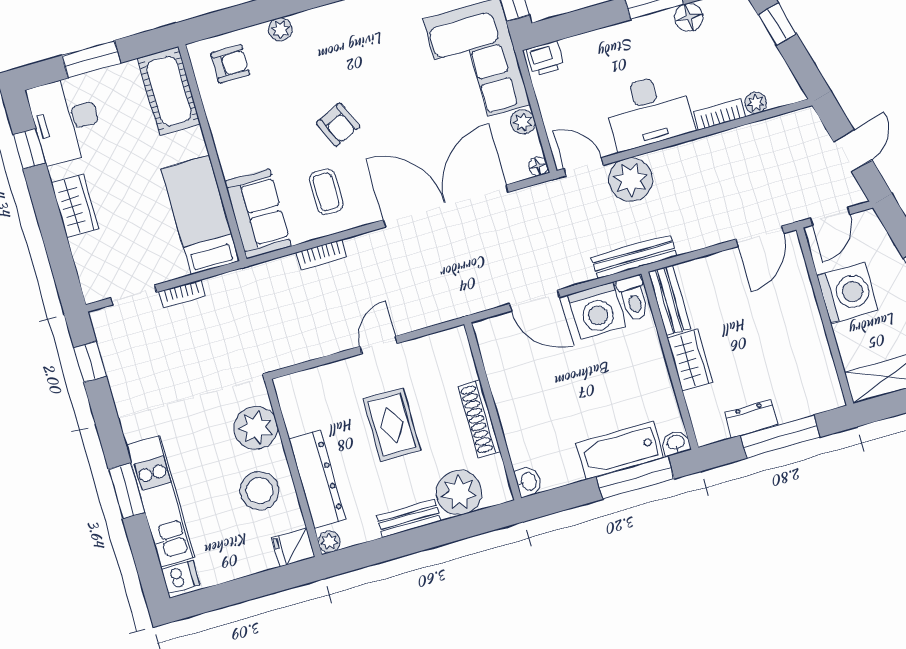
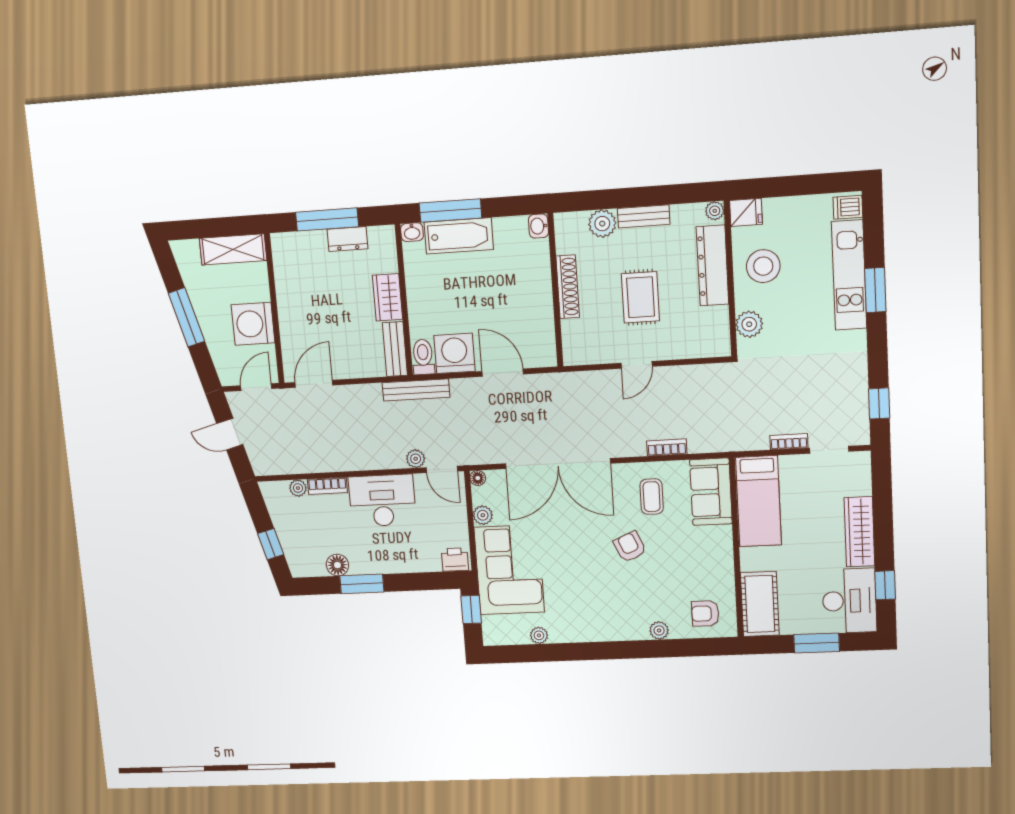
door: (853, 151) -> (230, 434), hinge flipped
plant: (631, 180) -> (416, 459), width x0.53, depth x0.53
wardrobe: (75, 206) -> (859, 532), width x1.50
plant: (256, 428) -> (749, 324), width x0.73, depth x0.73
plant: (459, 493) -> (602, 224), width x0.73, depth x0.73

